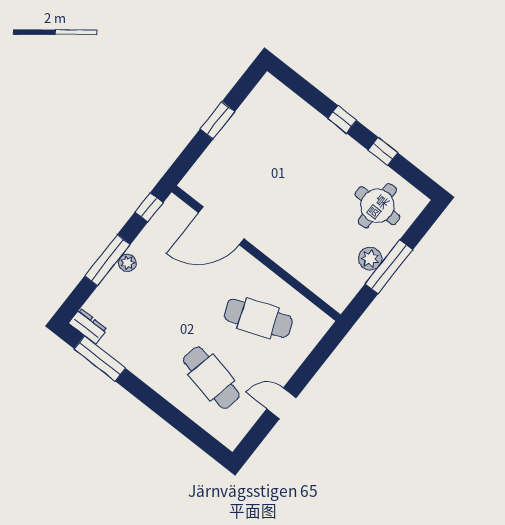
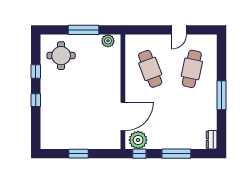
door: (221, 226) -> (123, 116), hinge flipped
plant: (370, 259) -> (108, 41), moved
plant: (127, 263) -> (138, 140), moved, width x1.87, depth x1.87
window: (100, 358) -> (221, 95), moved
door: (281, 403) -> (179, 30), hinge flipped

